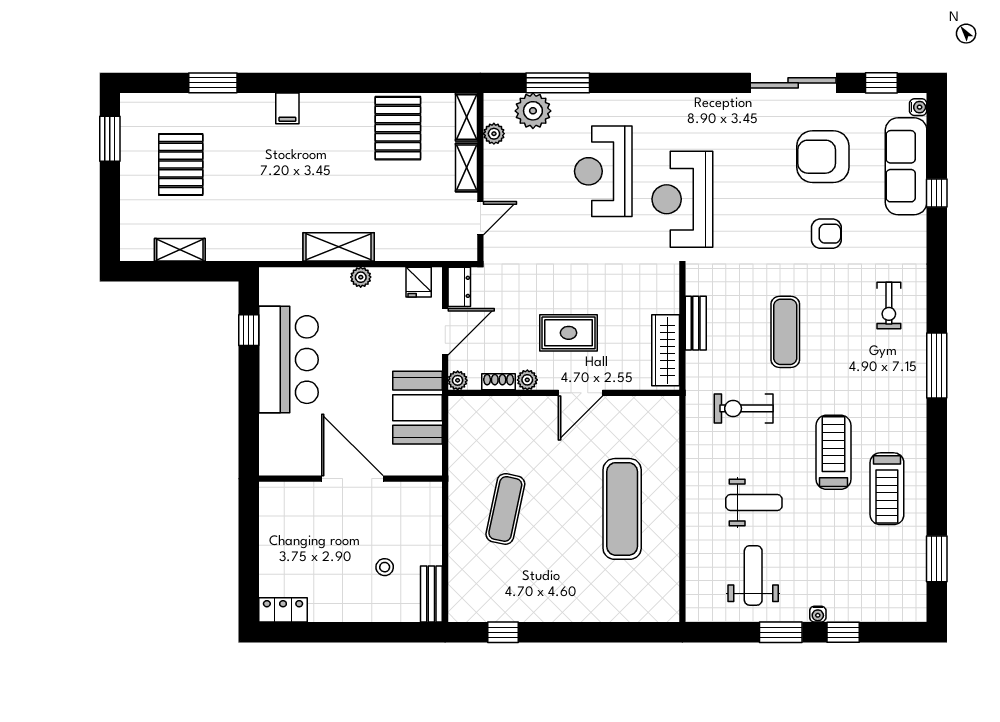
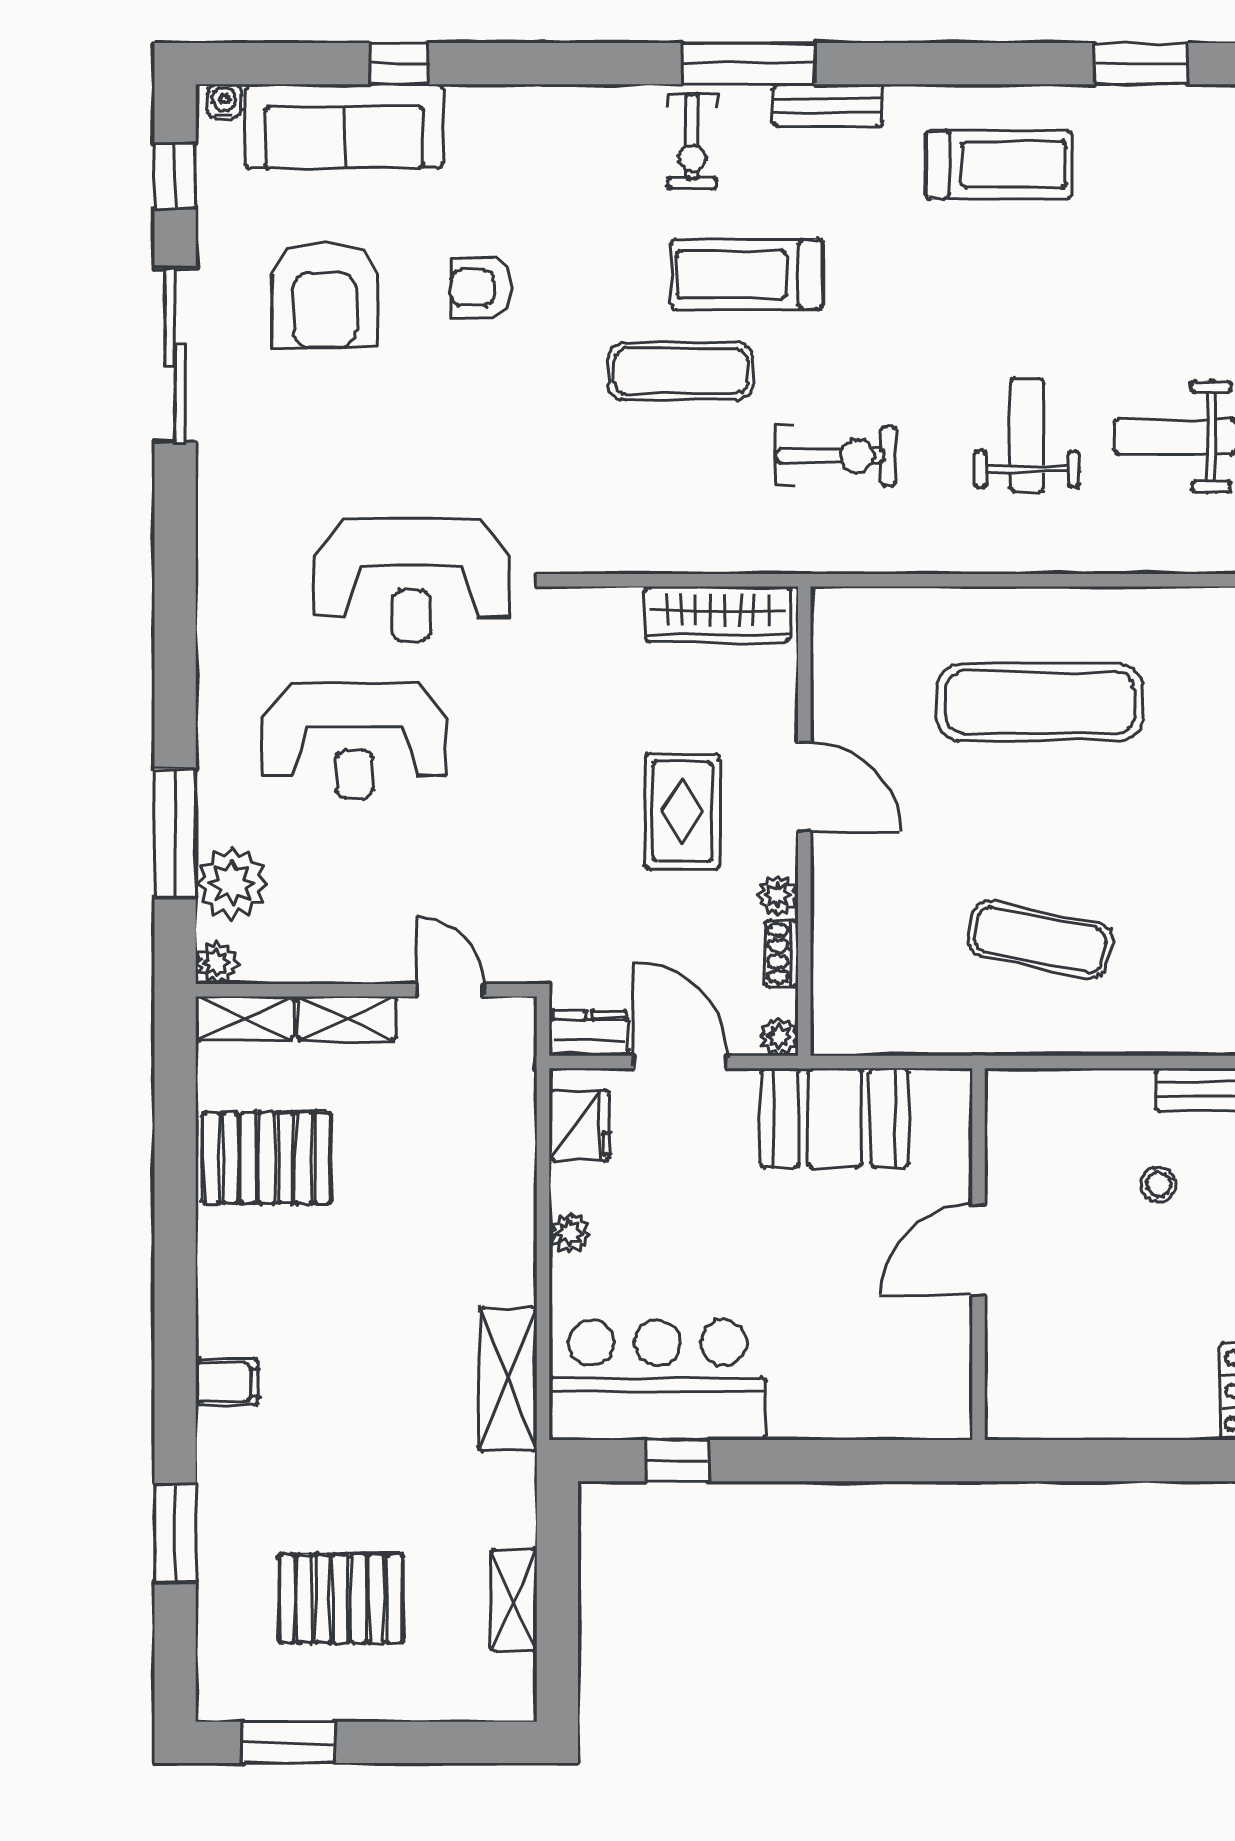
plant: (494, 134) -> (217, 963), moved
armchair: (826, 234) -> (481, 288), turned -90
shelving: (339, 247) -> (508, 1379), moved
fridge: (419, 282) -> (579, 1125), width x1.38
exercise bike: (889, 305) -> (692, 141), moved, turned 90
bench: (696, 323) -> (828, 105), moved
bar counter: (288, 360) -> (657, 1380), moved
exercise bike: (744, 408) -> (836, 456), turned -90
treadmill: (833, 452) -> (747, 274), moved
door: (352, 479) -> (979, 1250), width x0.73

